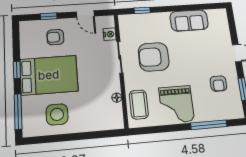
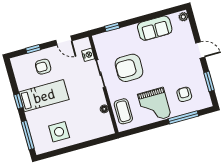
plant: (222, 15) -> (183, 17), added
bed: (49, 75) -> (44, 96), width x0.67
armchair: (218, 84) -> (184, 94), moved, turned 180

